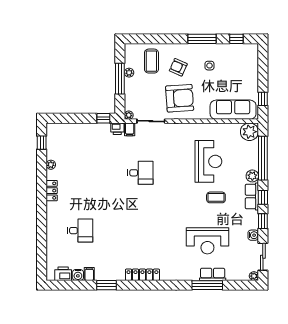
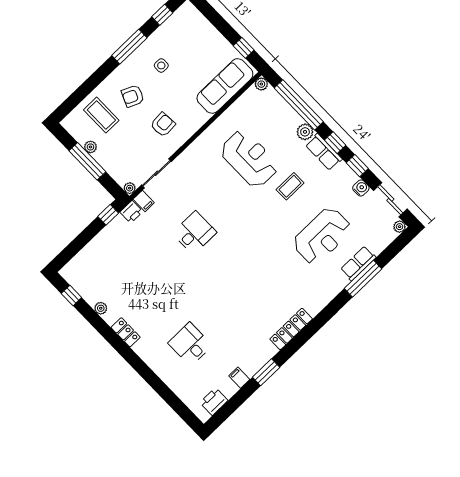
armchair: (180, 98) -> (163, 125), width x0.53, depth x0.53
plant: (249, 132) -> (261, 84), width x0.53, depth x0.53
desk: (80, 231) -> (190, 344), turned -90
water cooler: (78, 275) -> (229, 389), removed

